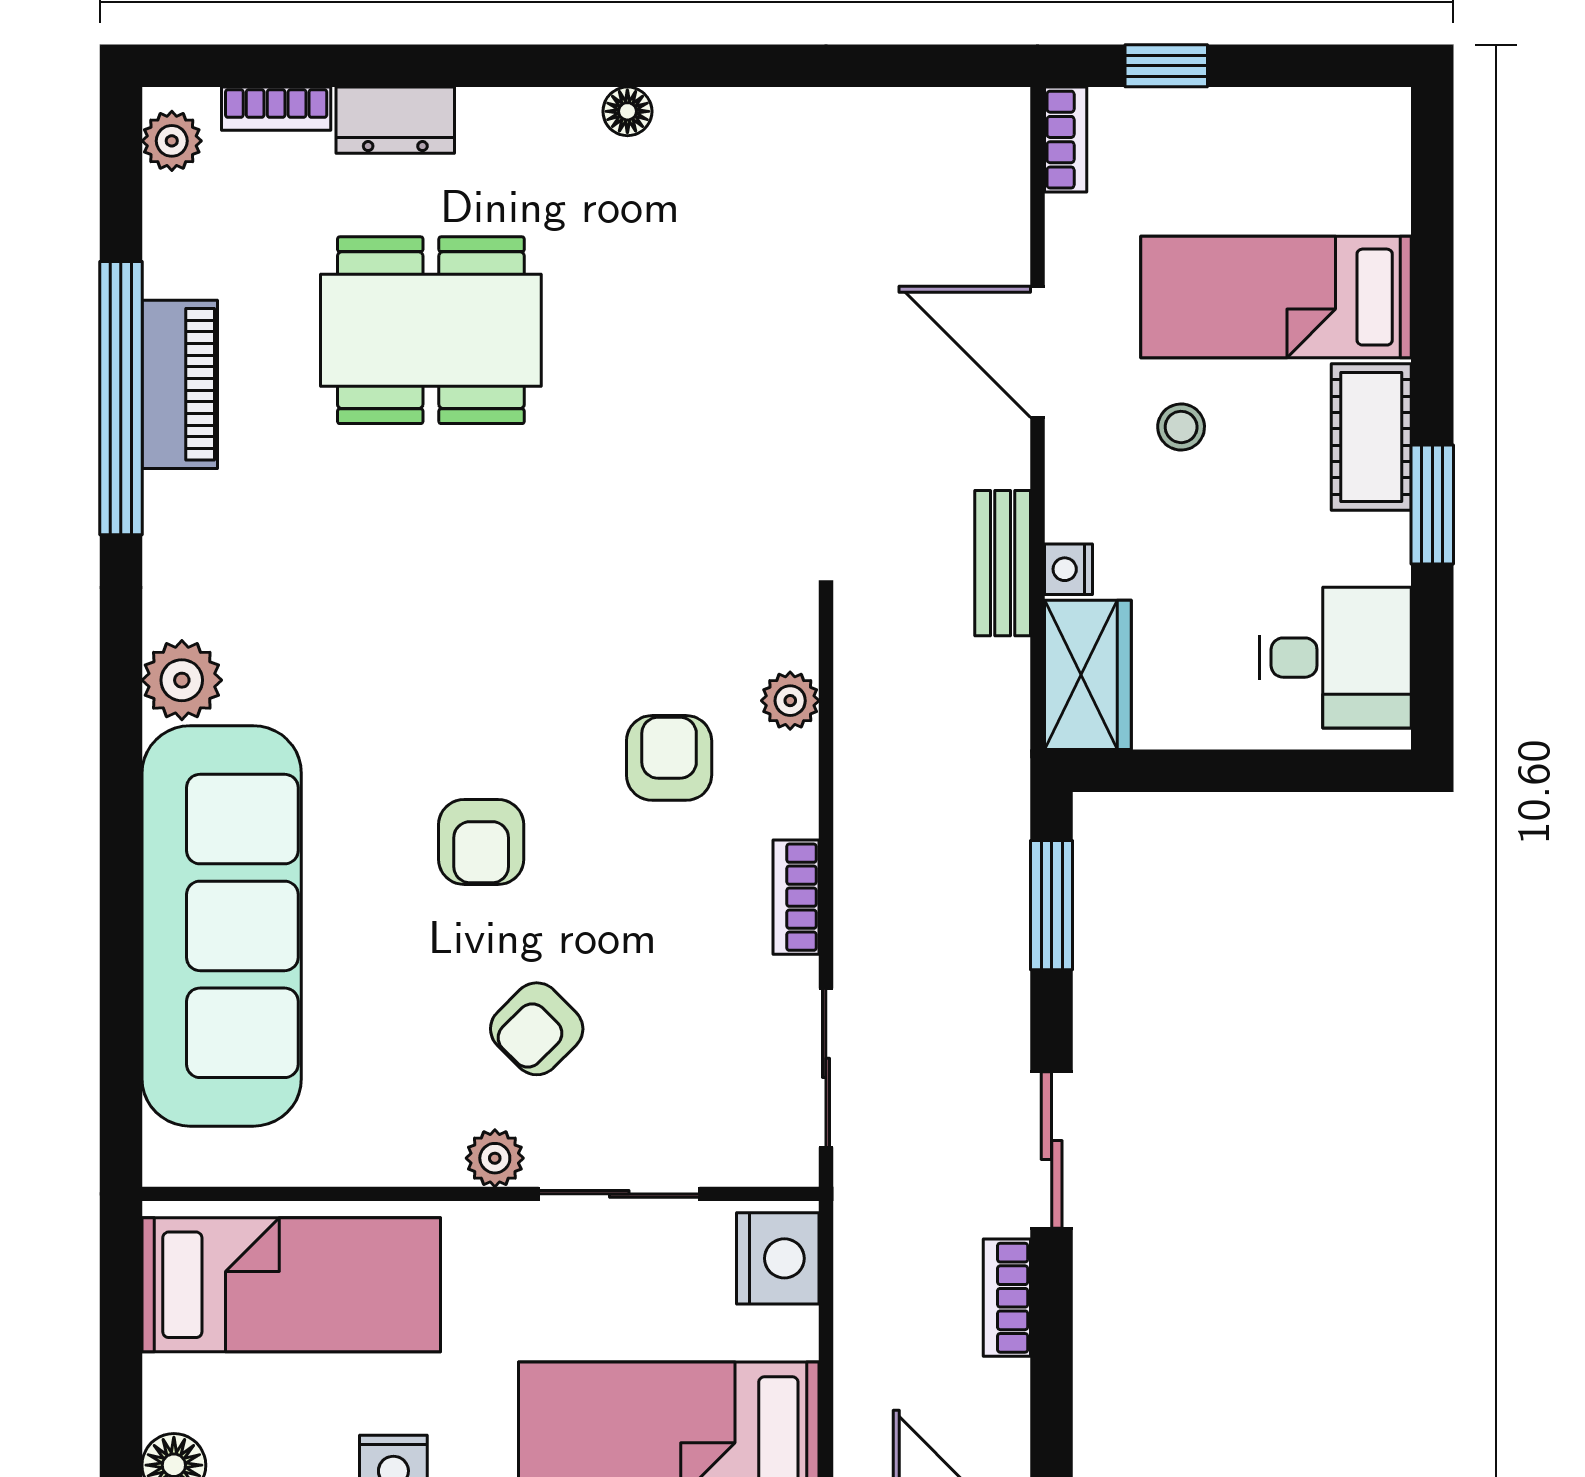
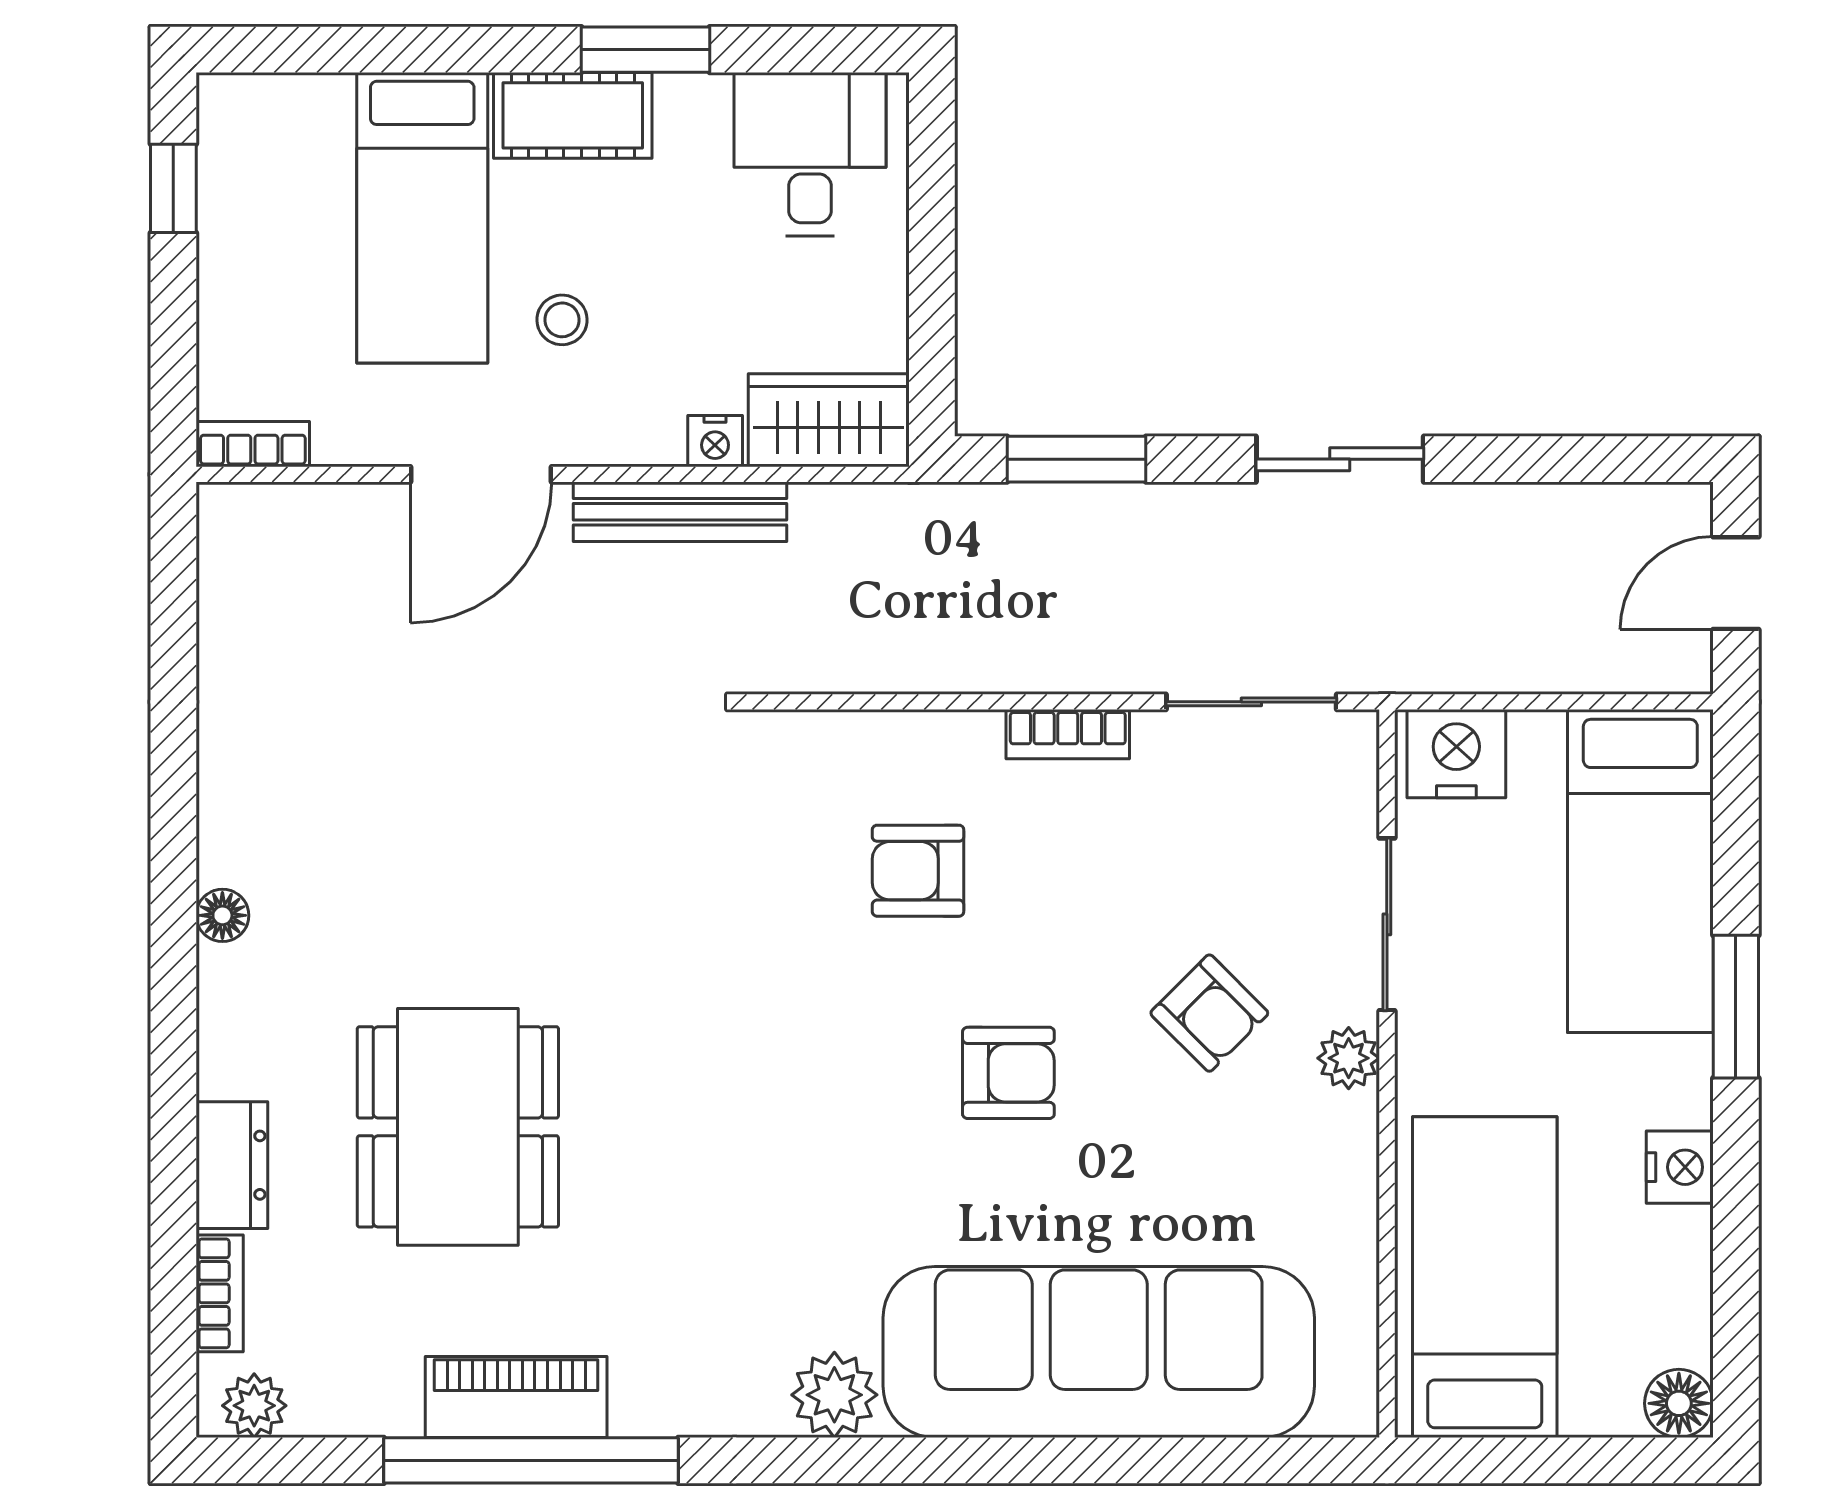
window: (1166, 66) -> (173, 188), moved
bench: (1003, 563) -> (680, 512), width x1.36
plant: (790, 701) -> (856, 740), removed
bookcase: (1007, 1298) -> (1499, 507), removed

